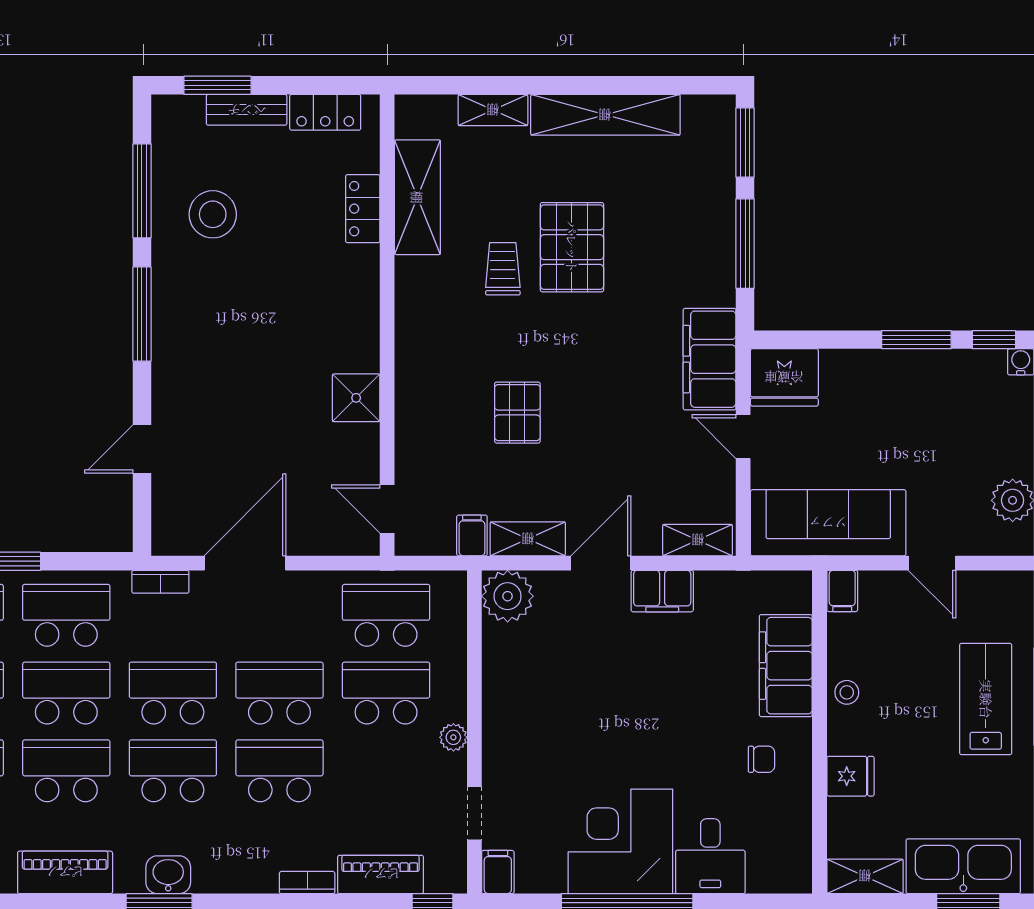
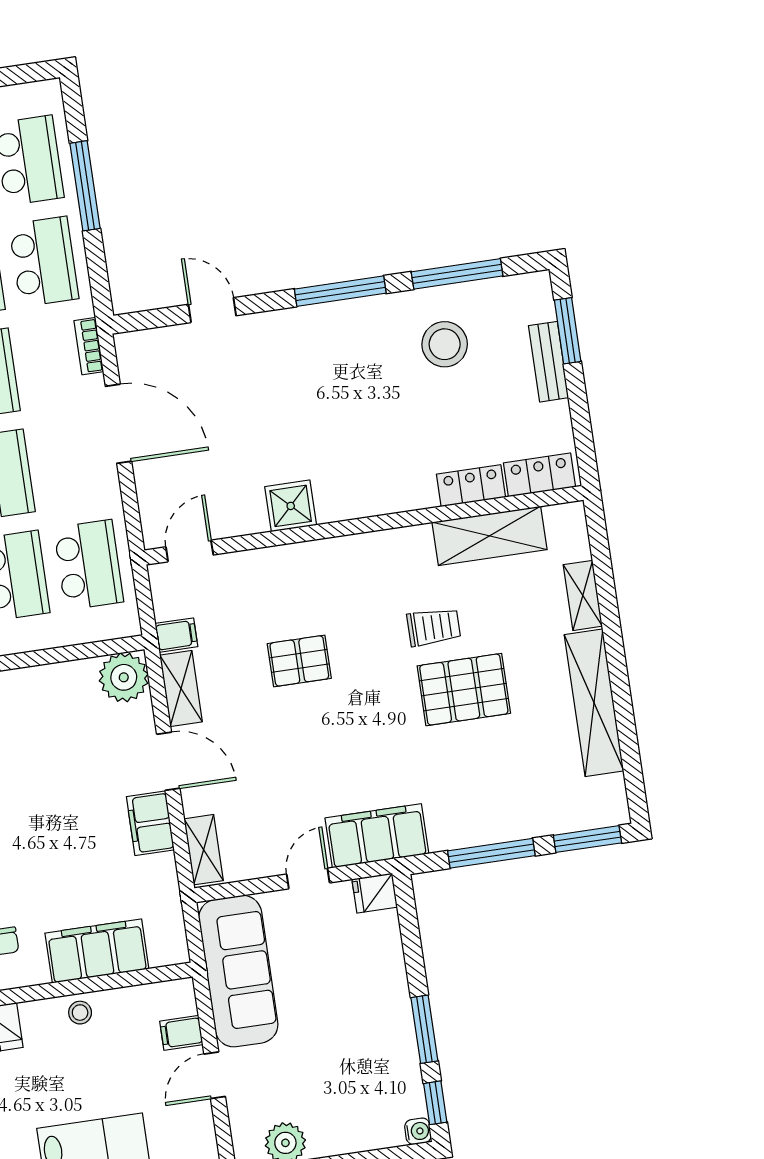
locker: (325, 112) -> (540, 475), moved, turned 90
fridge: (784, 377) -> (375, 893), width x0.53, depth x0.75
filing cabinet: (842, 591) -> (181, 1033), moved

